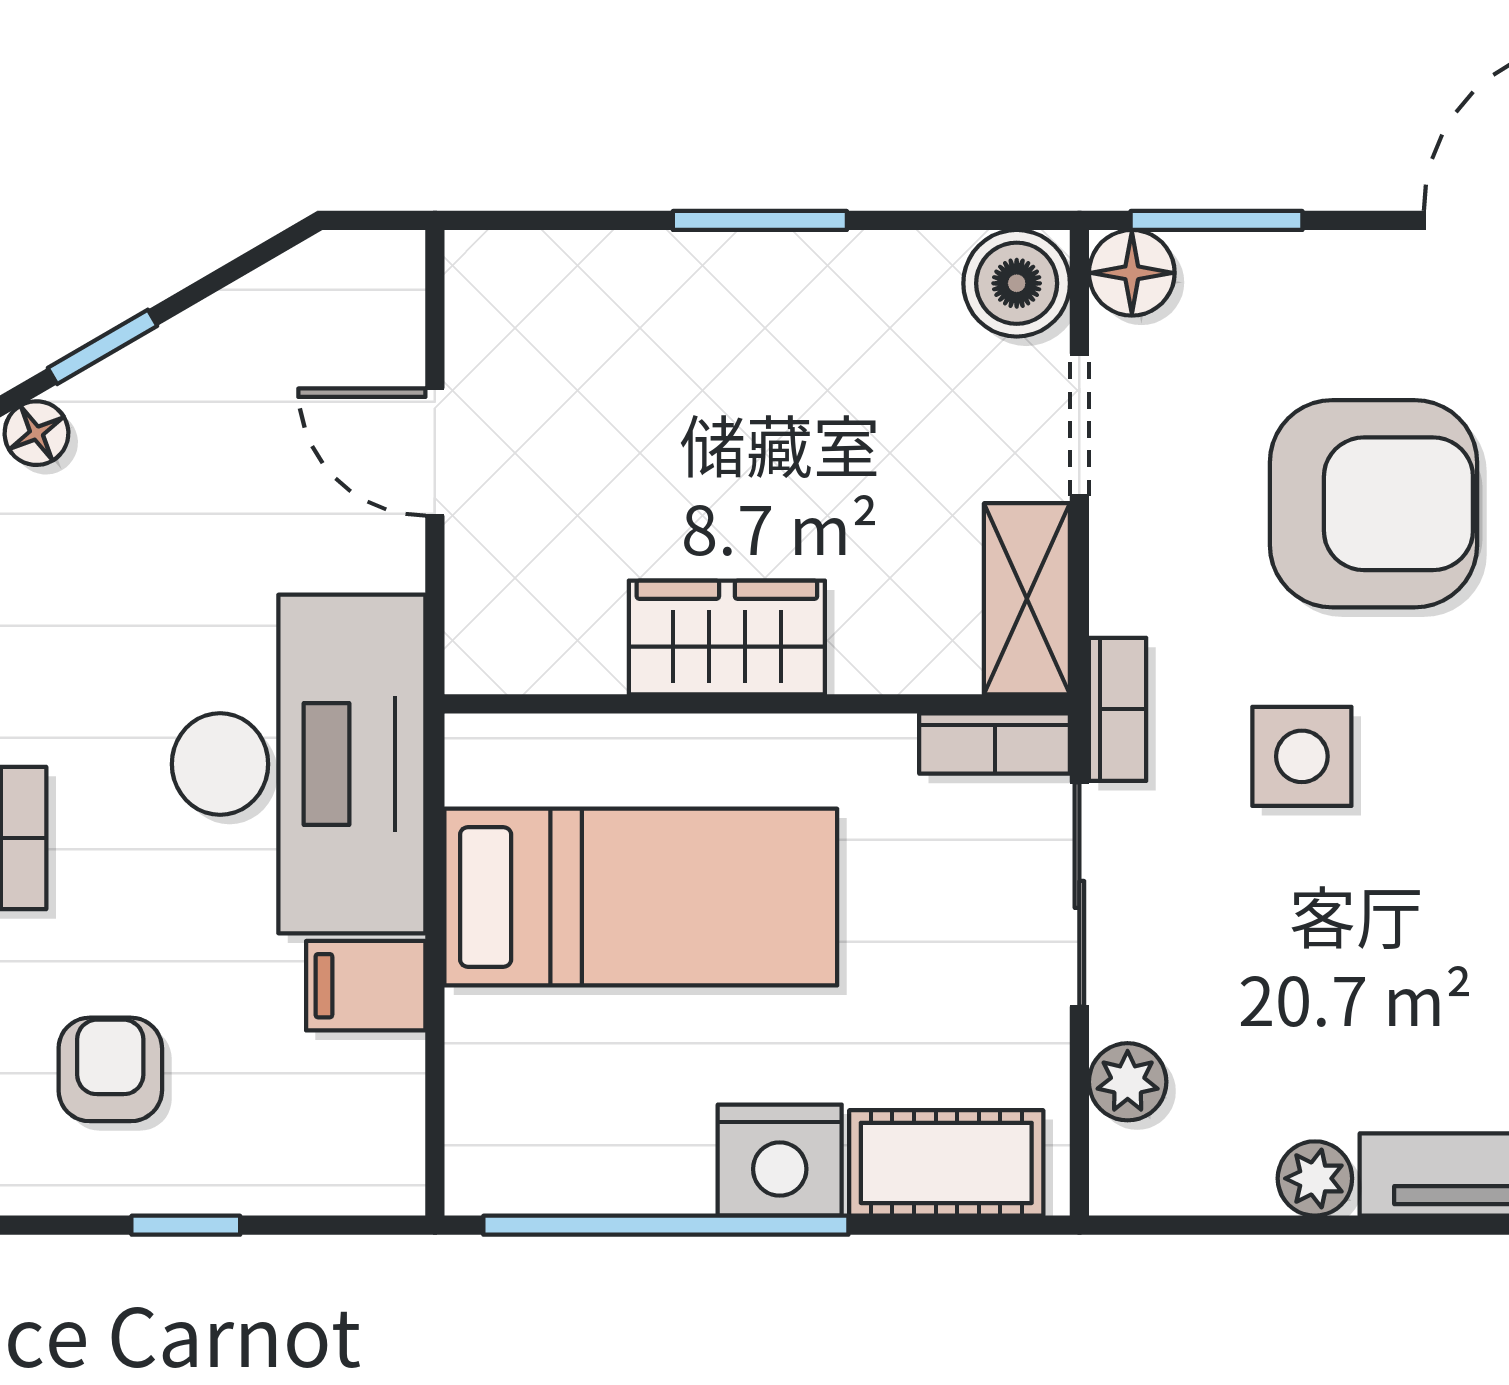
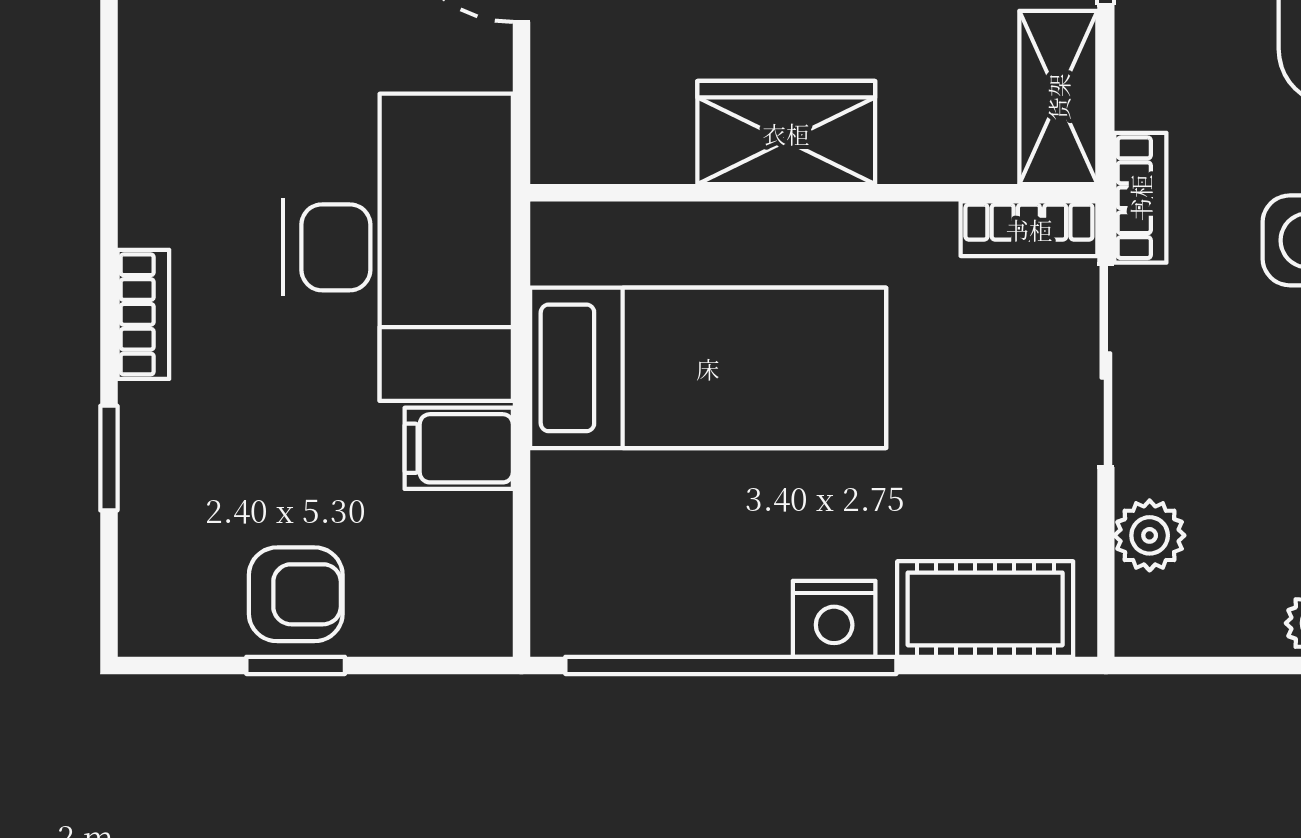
armchair: (110, 1069) -> (296, 594), moved, turned 90
nightstand: (780, 1160) -> (834, 619), width x0.74, depth x0.75

